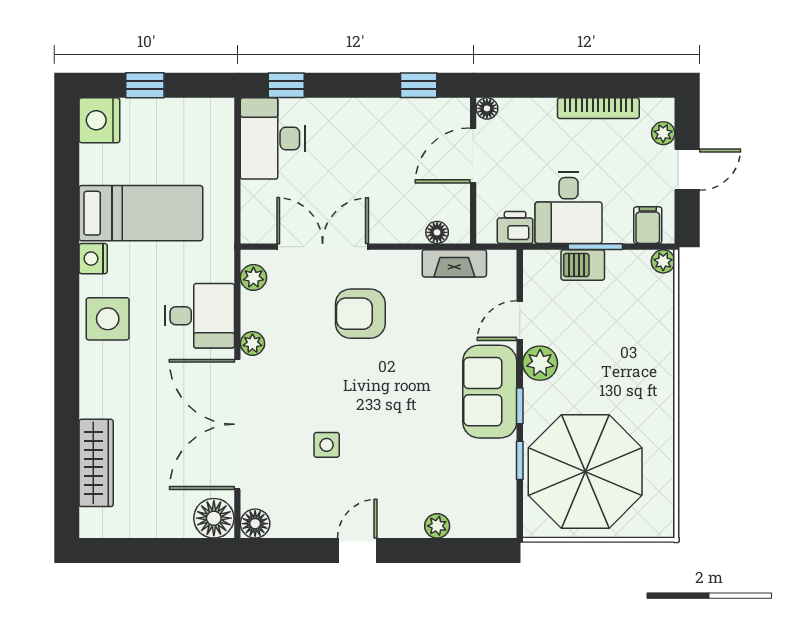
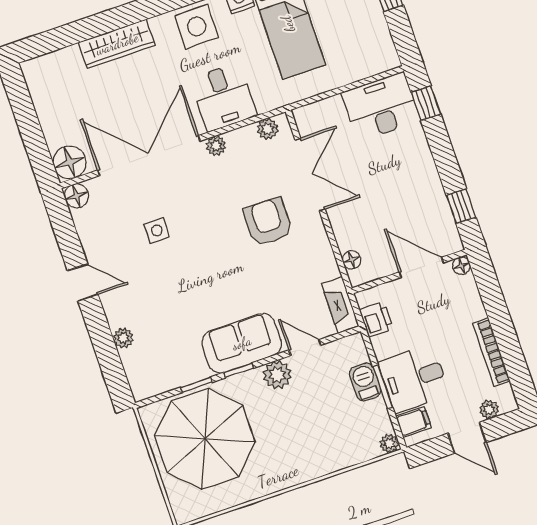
desk: (569, 208) -> (414, 379), moved
fireplace: (454, 263) -> (340, 305), moved
wardrobe: (96, 463) -> (117, 44), moved

